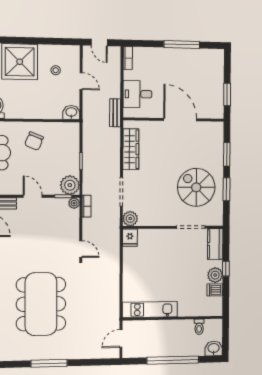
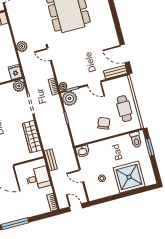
plant: (113, 268) -> (22, 46), added

